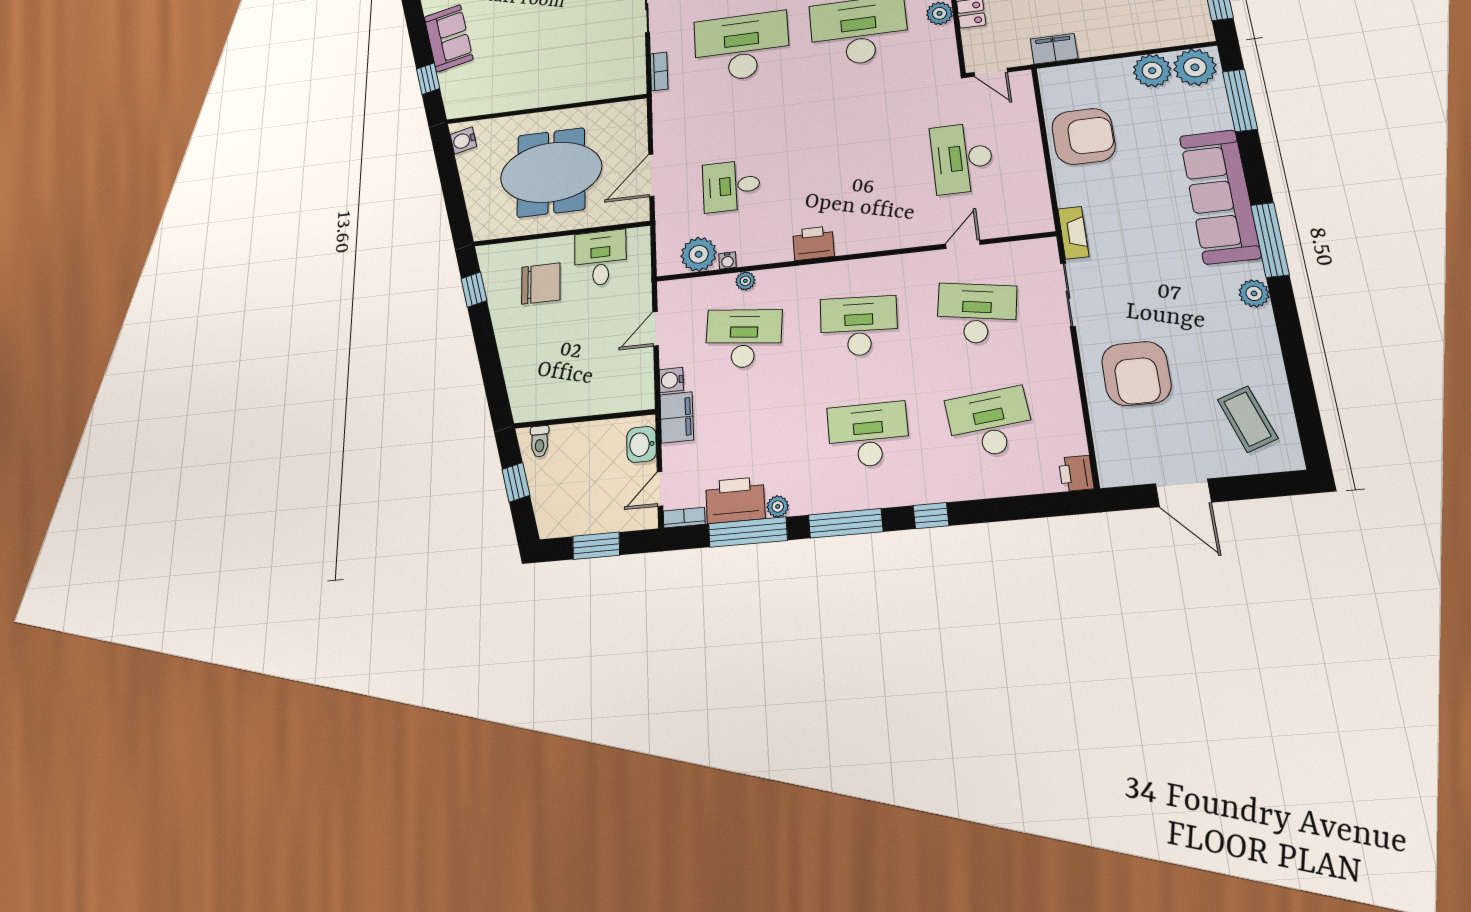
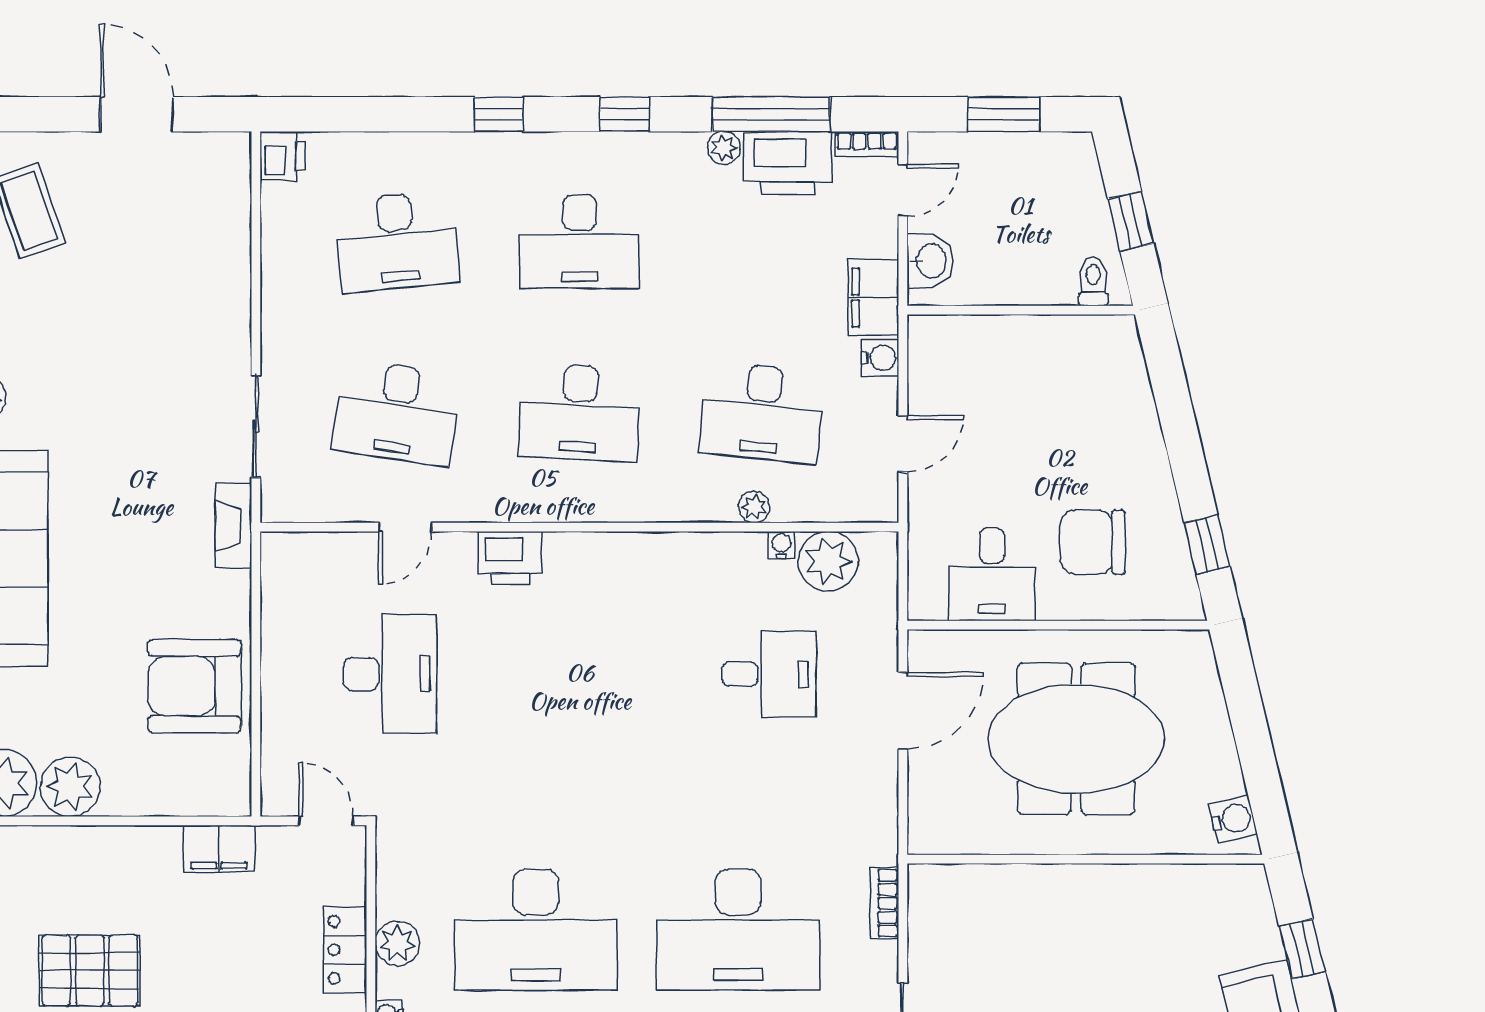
printer: (813, 243) -> (510, 558), moved
armchair: (1136, 373) -> (174, 294), removed
window: (846, 523) -> (624, 114), width x0.46

